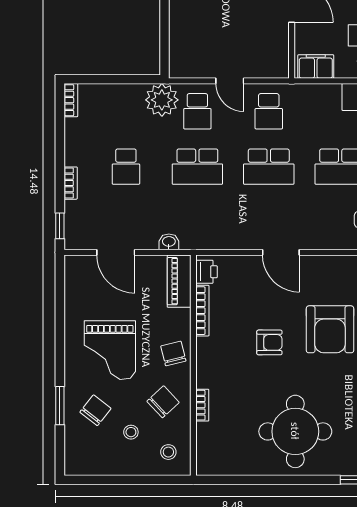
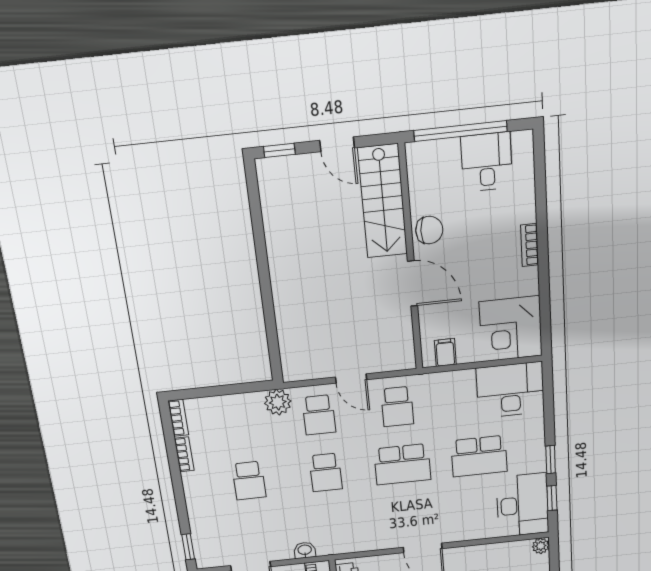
filing cabinet: (316, 66) -> (445, 352), width x0.50
plant: (162, 100) -> (278, 402), width x0.73, depth x0.73
school desk: (197, 167) -> (326, 472), width x0.54
bookcase: (71, 183) -> (184, 454), moved

